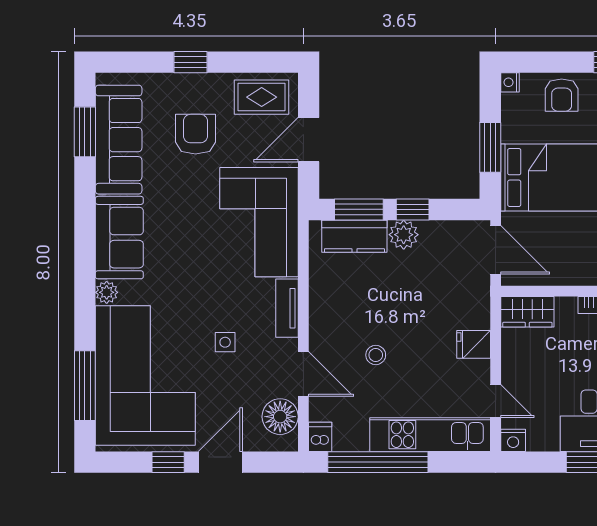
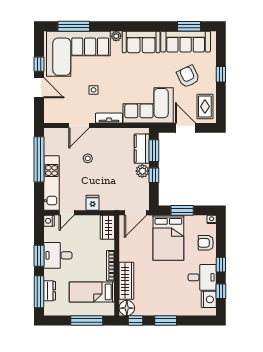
armchair: (195, 134) -> (188, 77), turned -115
floor lamp: (280, 417) -> (60, 115), removed
dishwasher: (320, 437) -> (50, 133), removed

